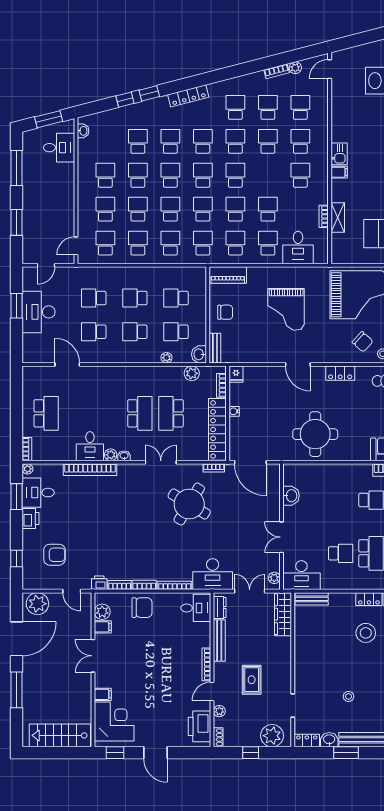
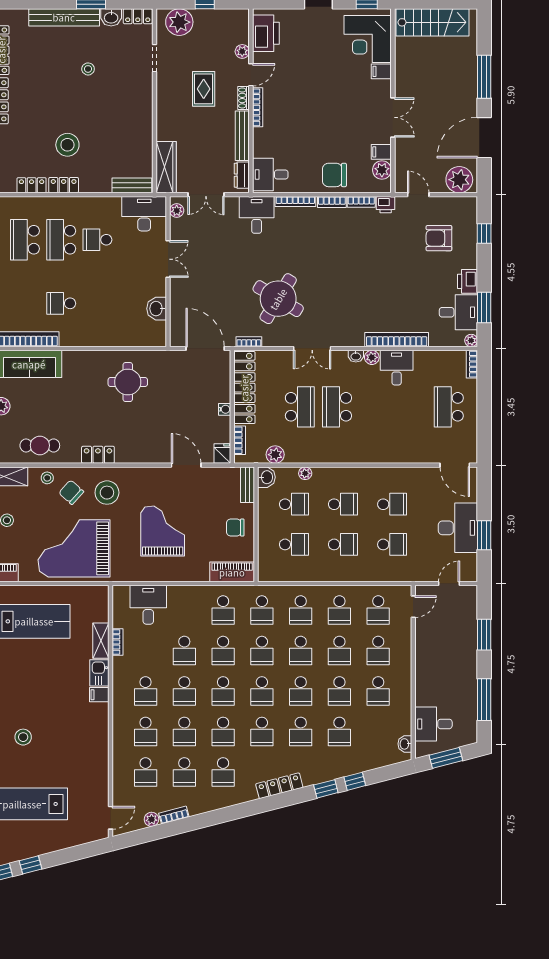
kitchen sink: (339, 154) -> (99, 673), moved
school desk: (268, 243) -> (184, 691), moved
stool: (333, 342) -> (107, 493), added
door: (67, 364) -> (455, 465), moved
door: (298, 364) -> (186, 465), moved
round table: (315, 434) -> (128, 382), width x0.73, depth x0.73
desk: (213, 574) -> (257, 215), width x0.73
shoe rack: (218, 737) -> (244, 98), moved

